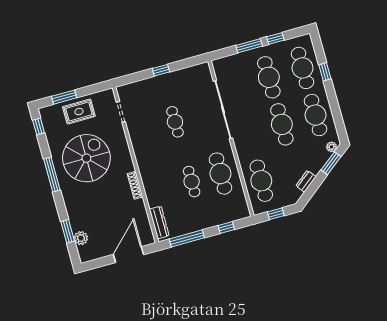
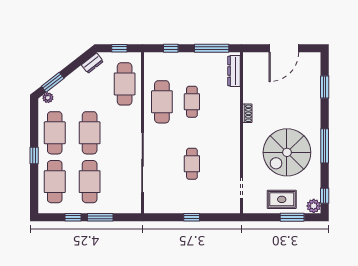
window: (325, 72) -> (34, 156), moved
dresser: (306, 181) -> (92, 63), moved
shoe rack: (135, 185) -> (247, 113), width x0.70
plant: (81, 238) -> (314, 206), moved
door: (129, 255) -> (284, 48), moved

